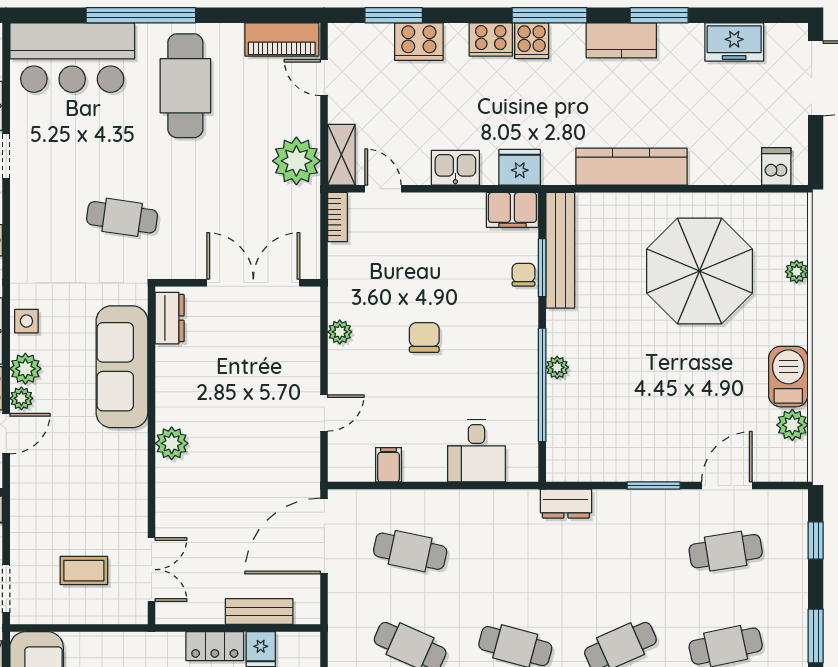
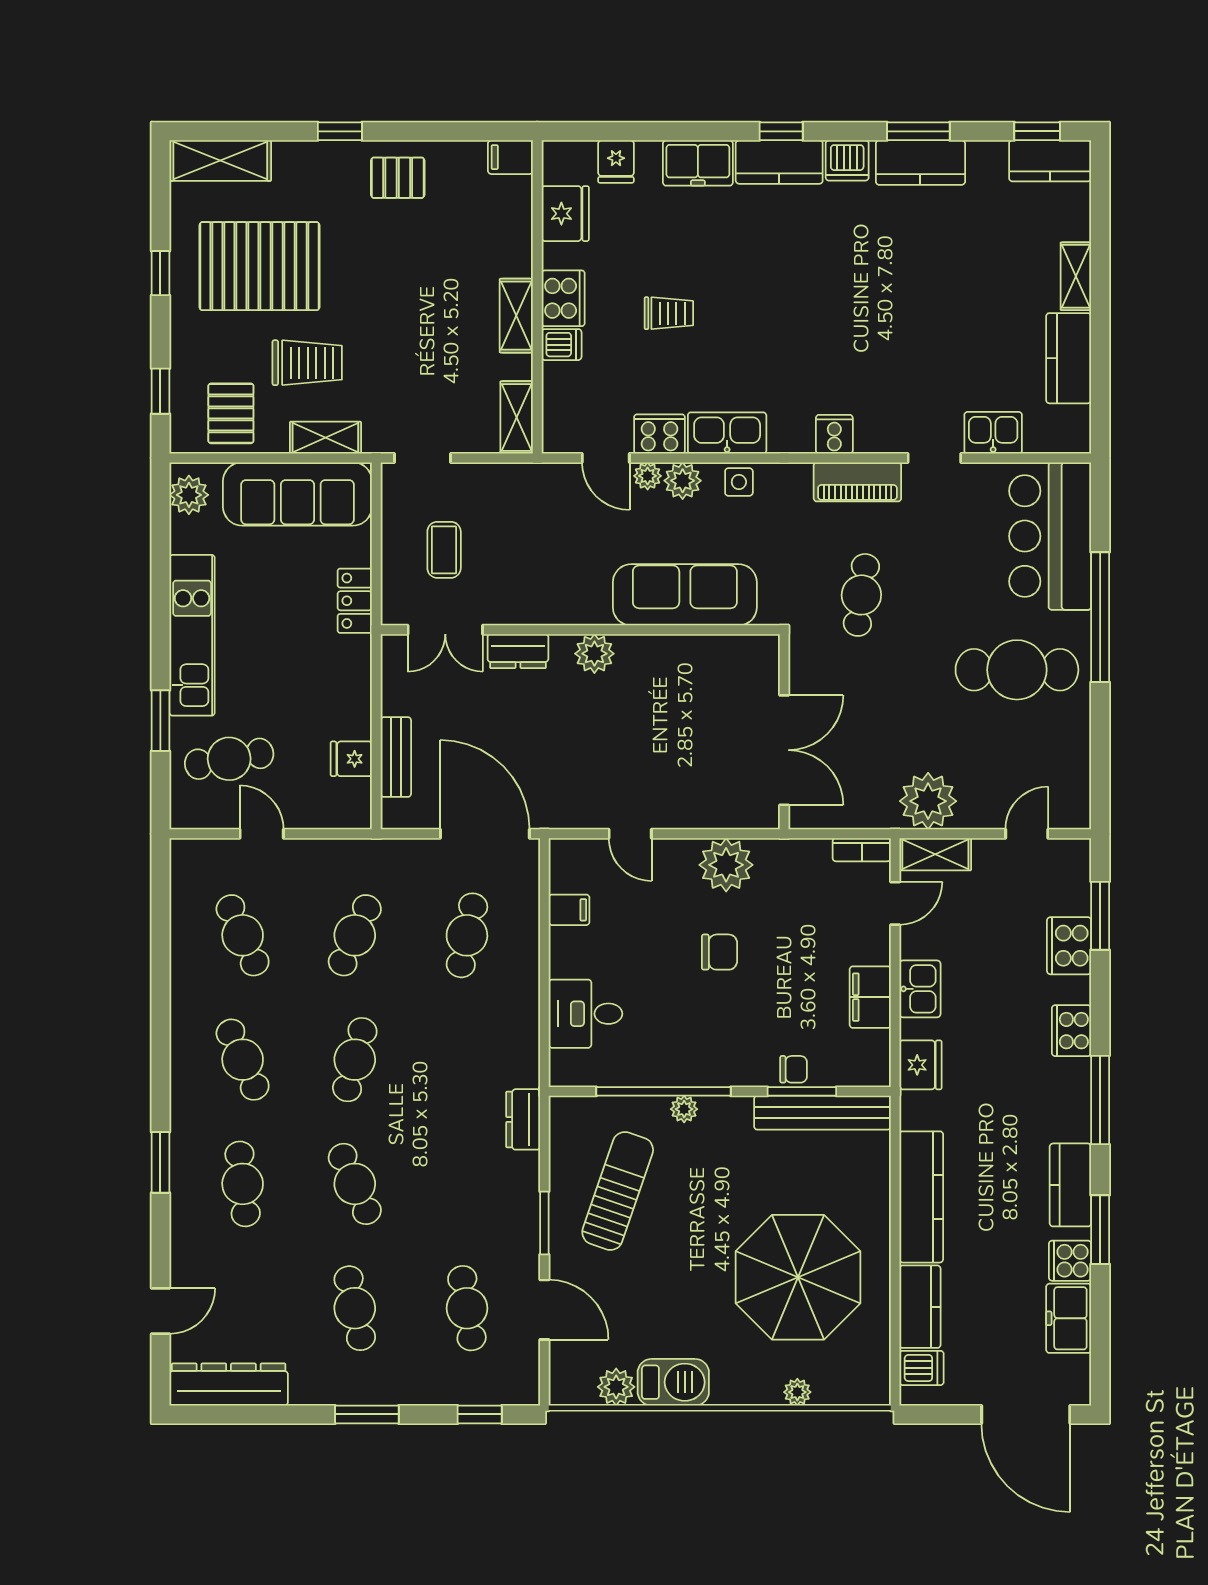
piano: (282, 39) -> (857, 482), moved, turned -90
cooker: (532, 41) -> (1070, 1261), moved
kitchen counter: (724, 168) -> (920, 1307), added
filing cabinet: (512, 210) -> (870, 997), moved
dresser: (170, 318) -> (518, 651), moved
plant: (340, 332) -> (726, 865), width x1.88, depth x1.88
sun lounger: (626, 424) -> (618, 1191), added
locker: (215, 646) -> (355, 601), moved

